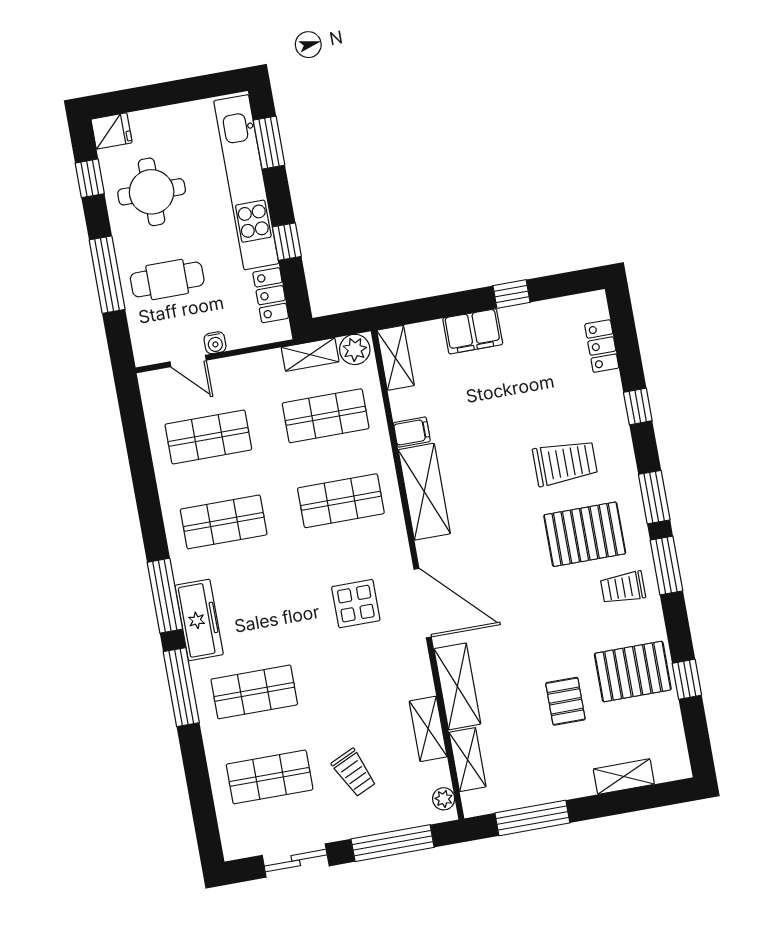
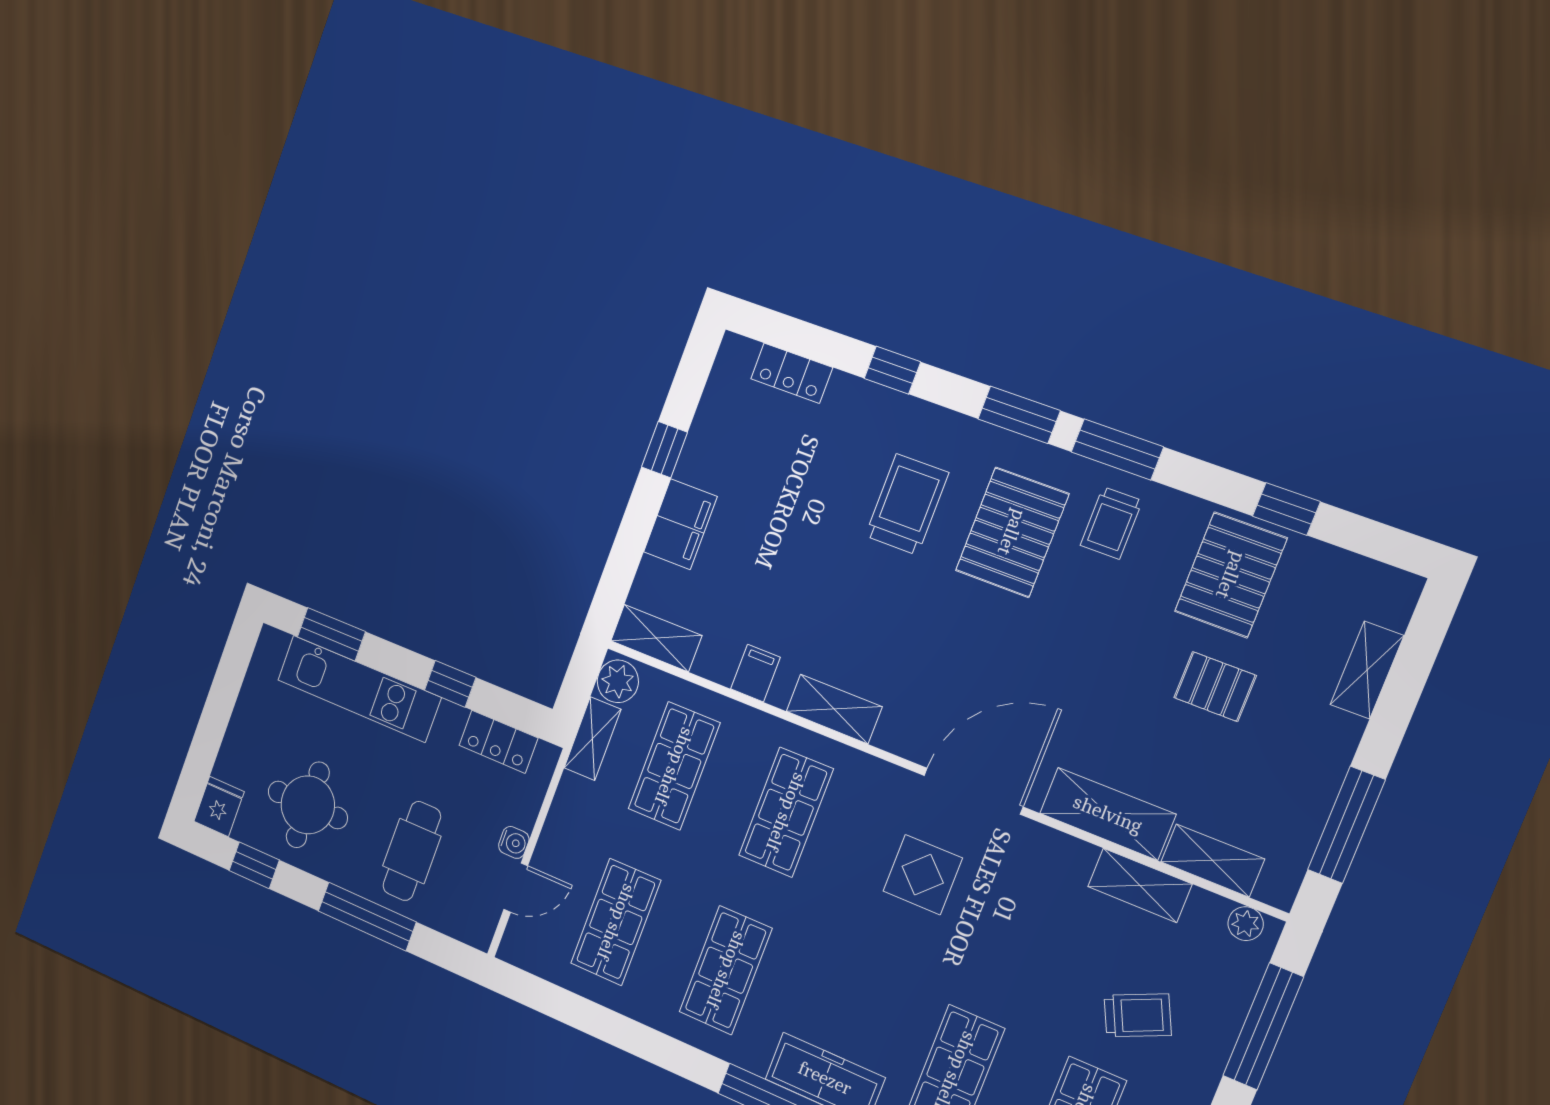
kitchen unit: (246, 182) -> (359, 689), width x0.73
shelving: (424, 492) -> (834, 709), width x0.67, depth x0.75

